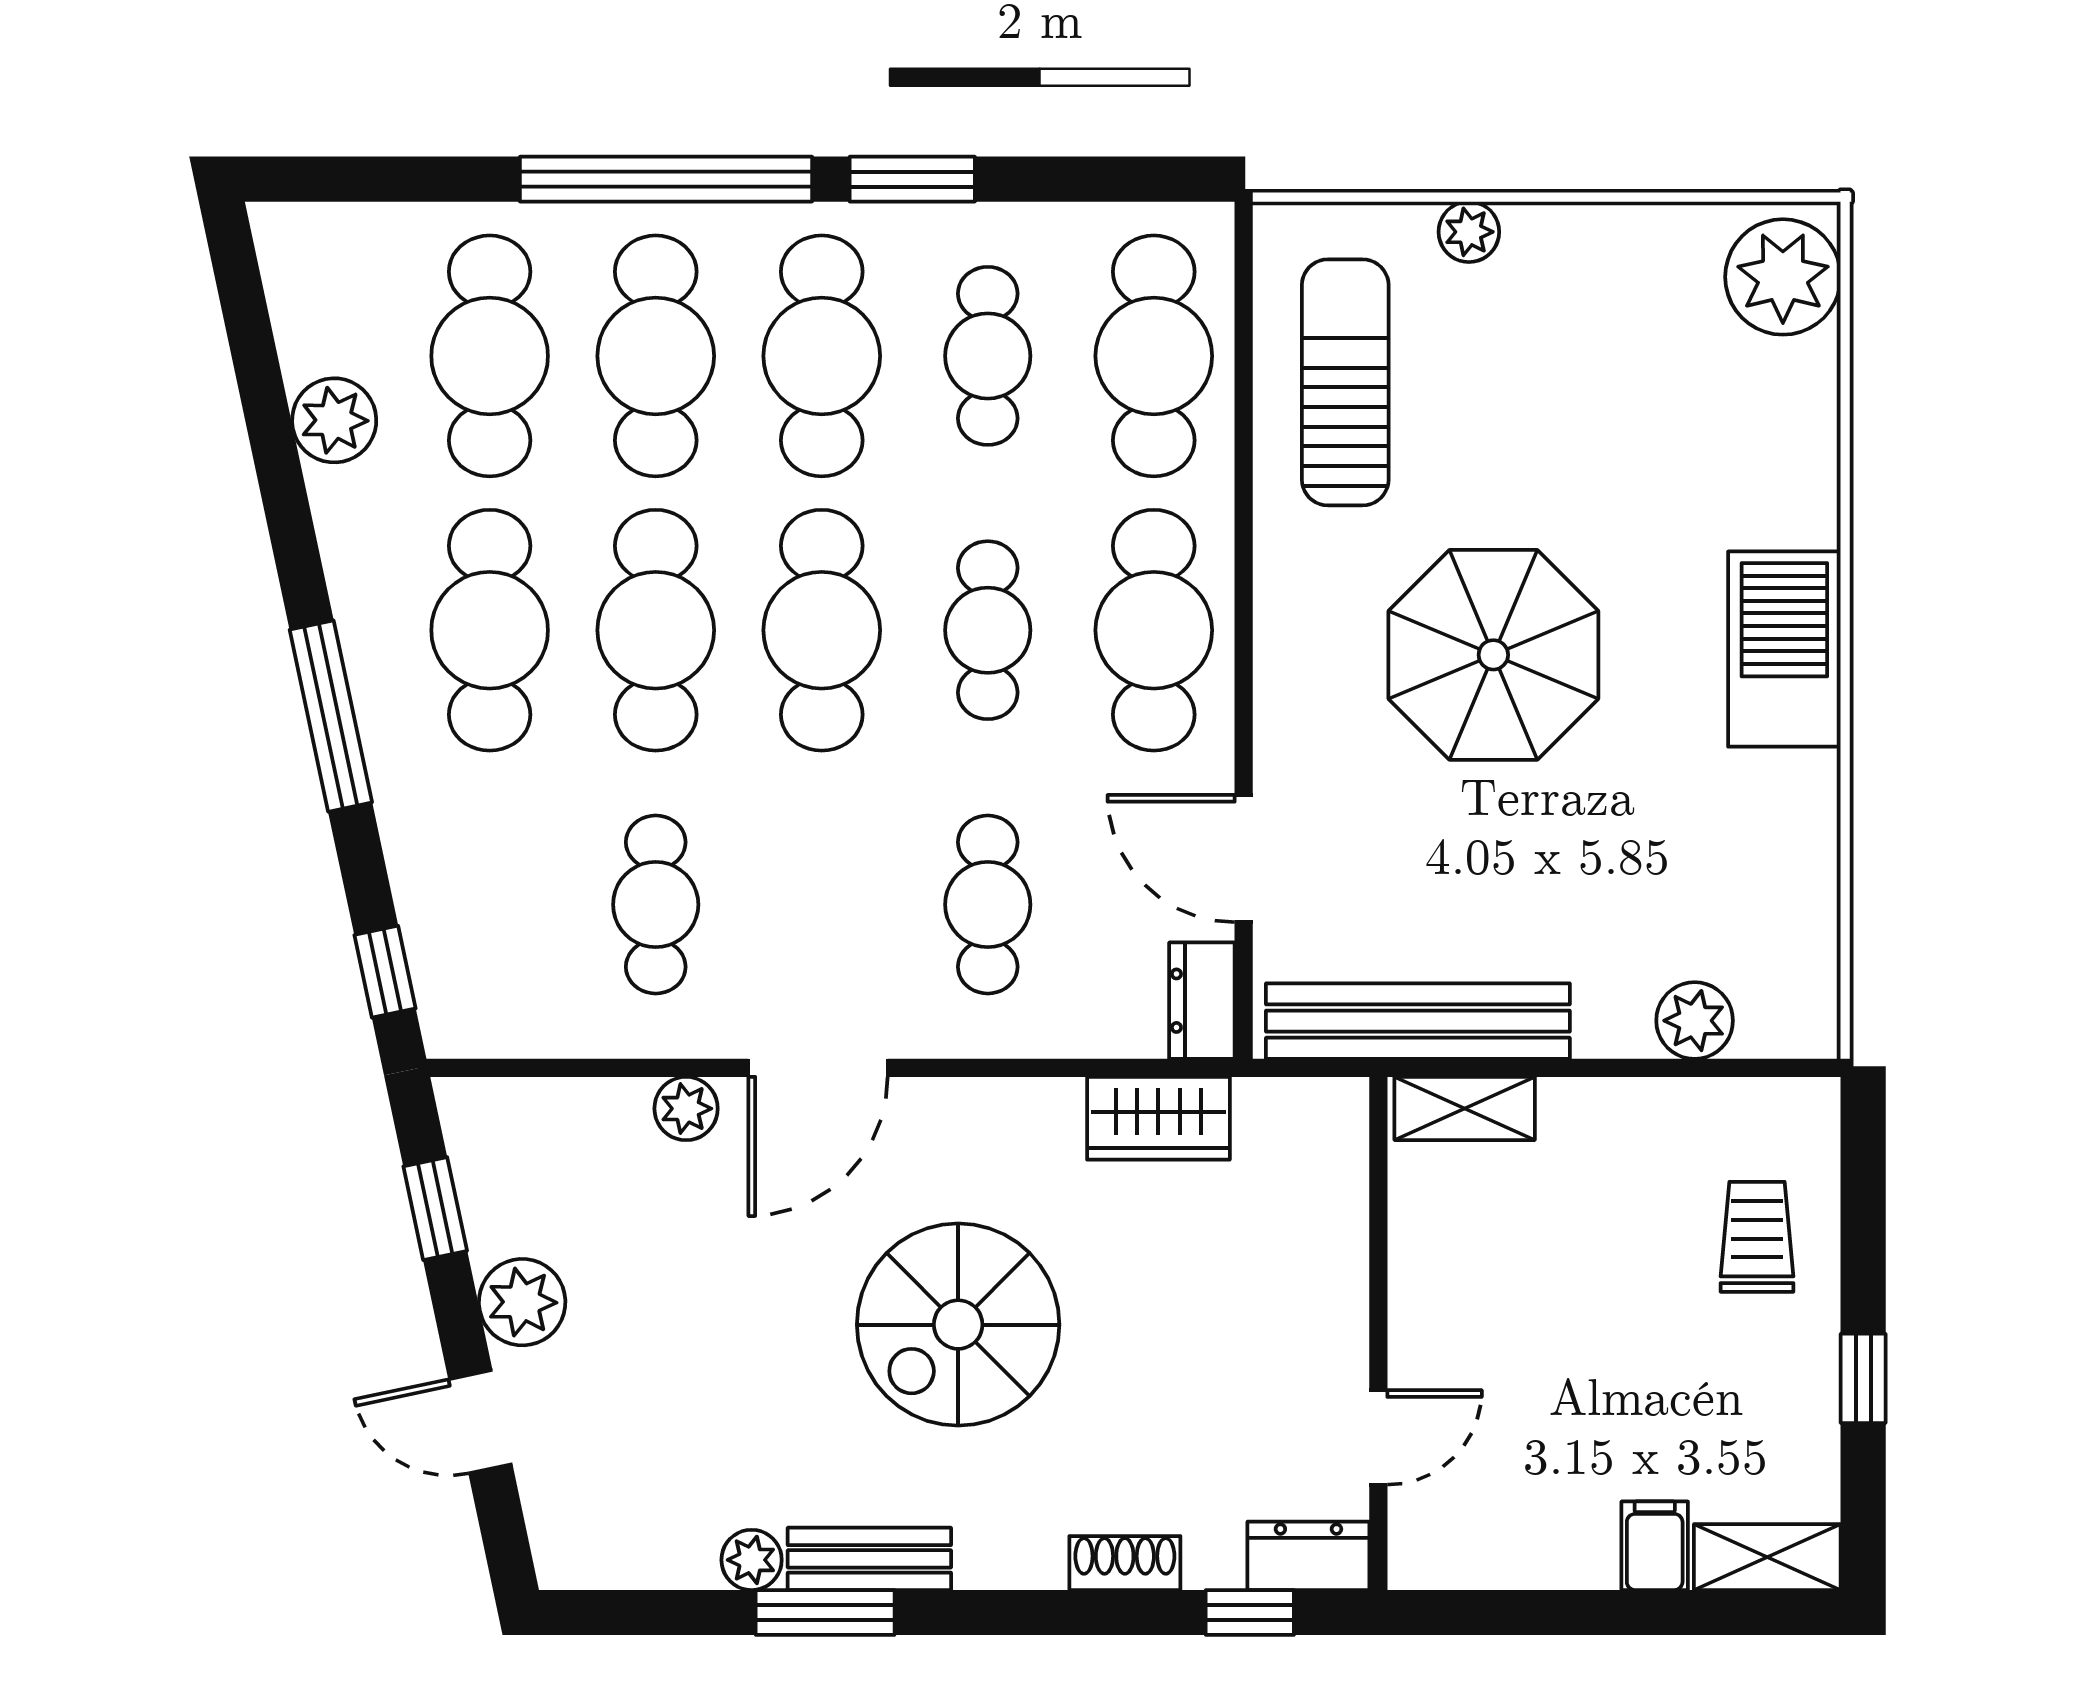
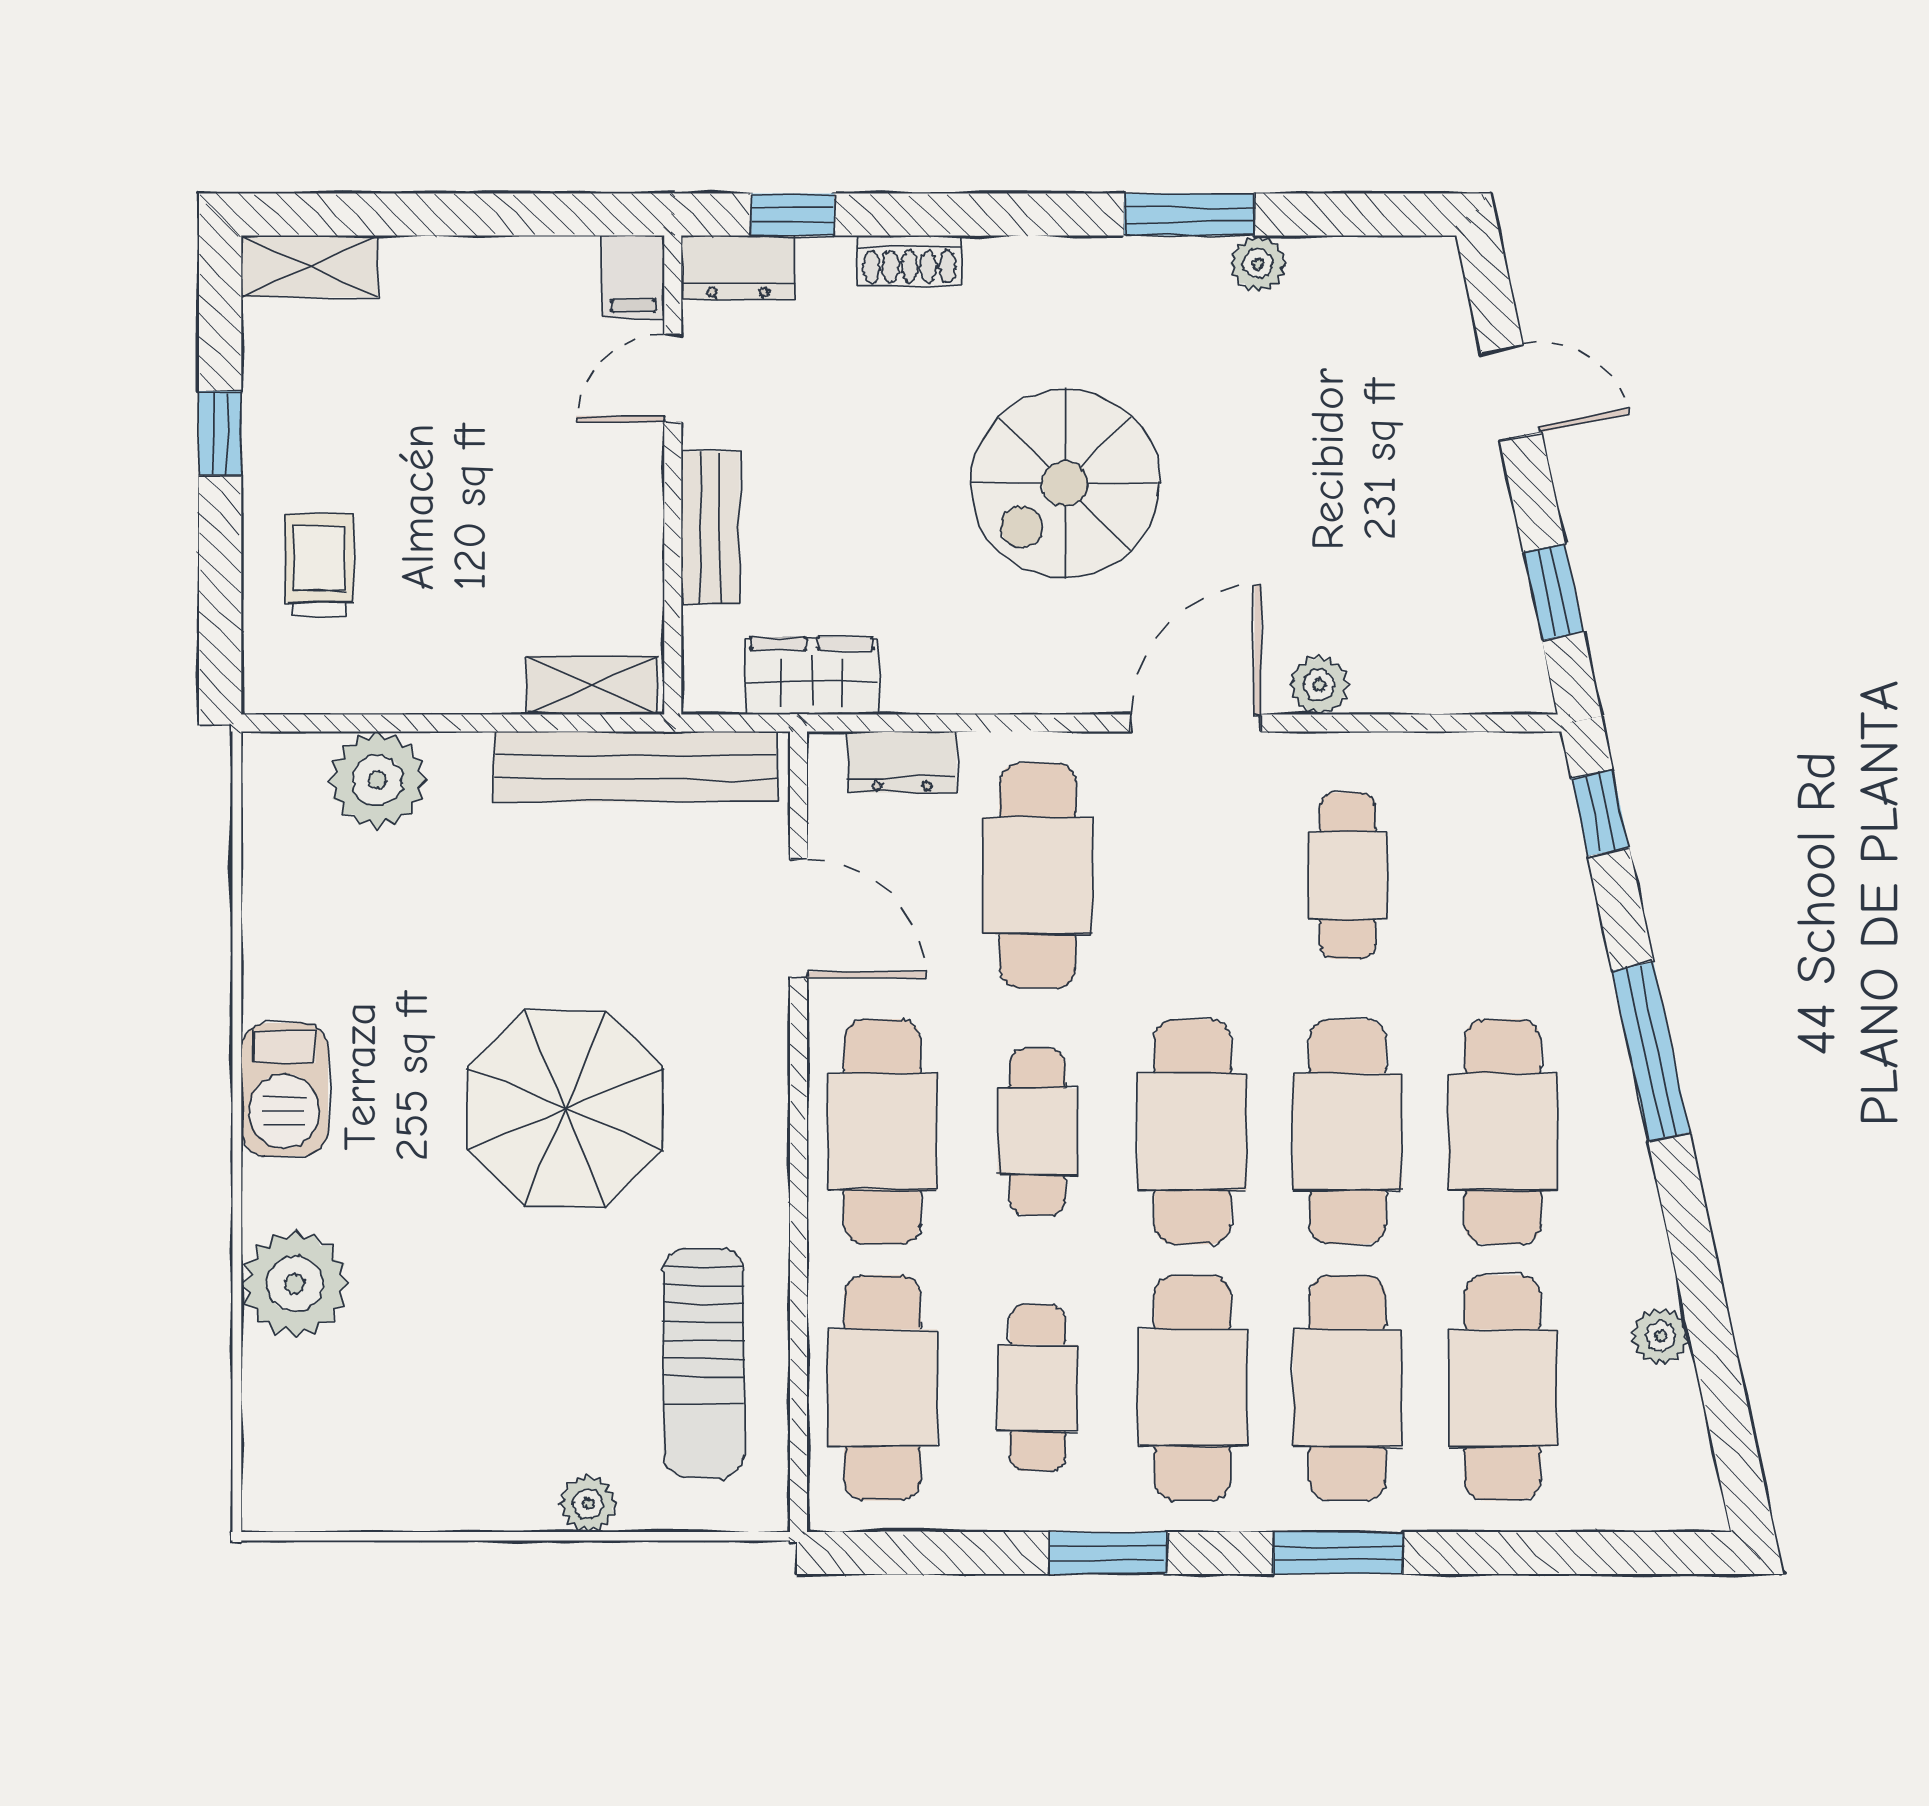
window: (666, 179) -> (1338, 1553), width x0.47
plant: (1783, 277) -> (295, 1284), moved
plant: (334, 420) -> (1660, 1336), width x0.73, depth x0.73
barbecue: (1784, 649) -> (285, 1090), width x0.73, depth x0.83
cafe table: (988, 905) -> (1037, 876), width x1.37, depth x1.35
dresser: (1202, 1001) -> (902, 762), moved, turned 90
plant: (1695, 1021) -> (377, 780), width x1.36, depth x1.36
wardrobe: (1158, 1118) -> (812, 676), moved
trolley: (1757, 1237) -> (319, 565), turned 180
plant: (522, 1302) -> (1472, 504), removed
spiral stairs: (958, 1325) -> (1065, 483), turned 180
filing cabinet: (1655, 1546) -> (633, 277), moved
bench: (869, 1559) -> (710, 528), moved, turned 90

